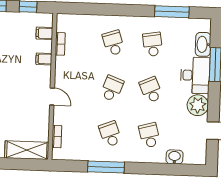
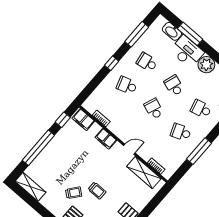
window: (123, 10) -> (112, 63), added
filing cabinet: (44, 33) -> (83, 120), width x2.00
filing cabinet: (44, 59) -> (106, 139), width x2.00
school desk: (151, 90) -> (174, 86), turned 42
shelving: (27, 150) -> (144, 173), moved, turned 90

